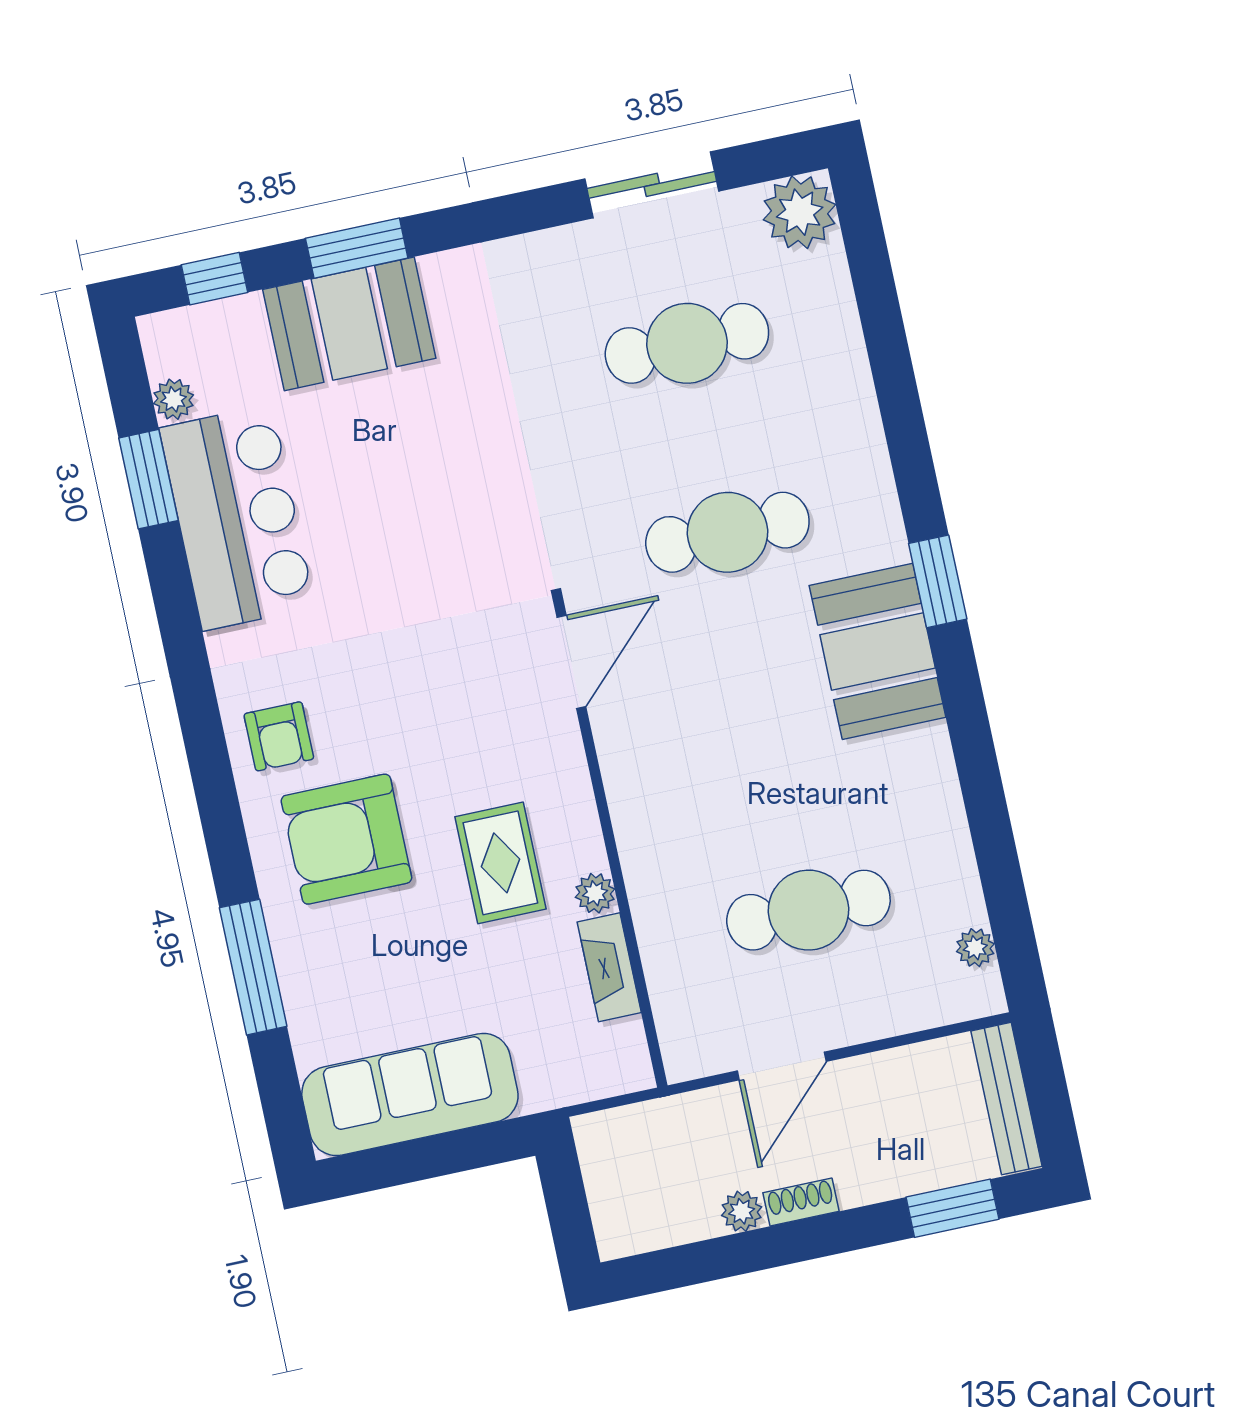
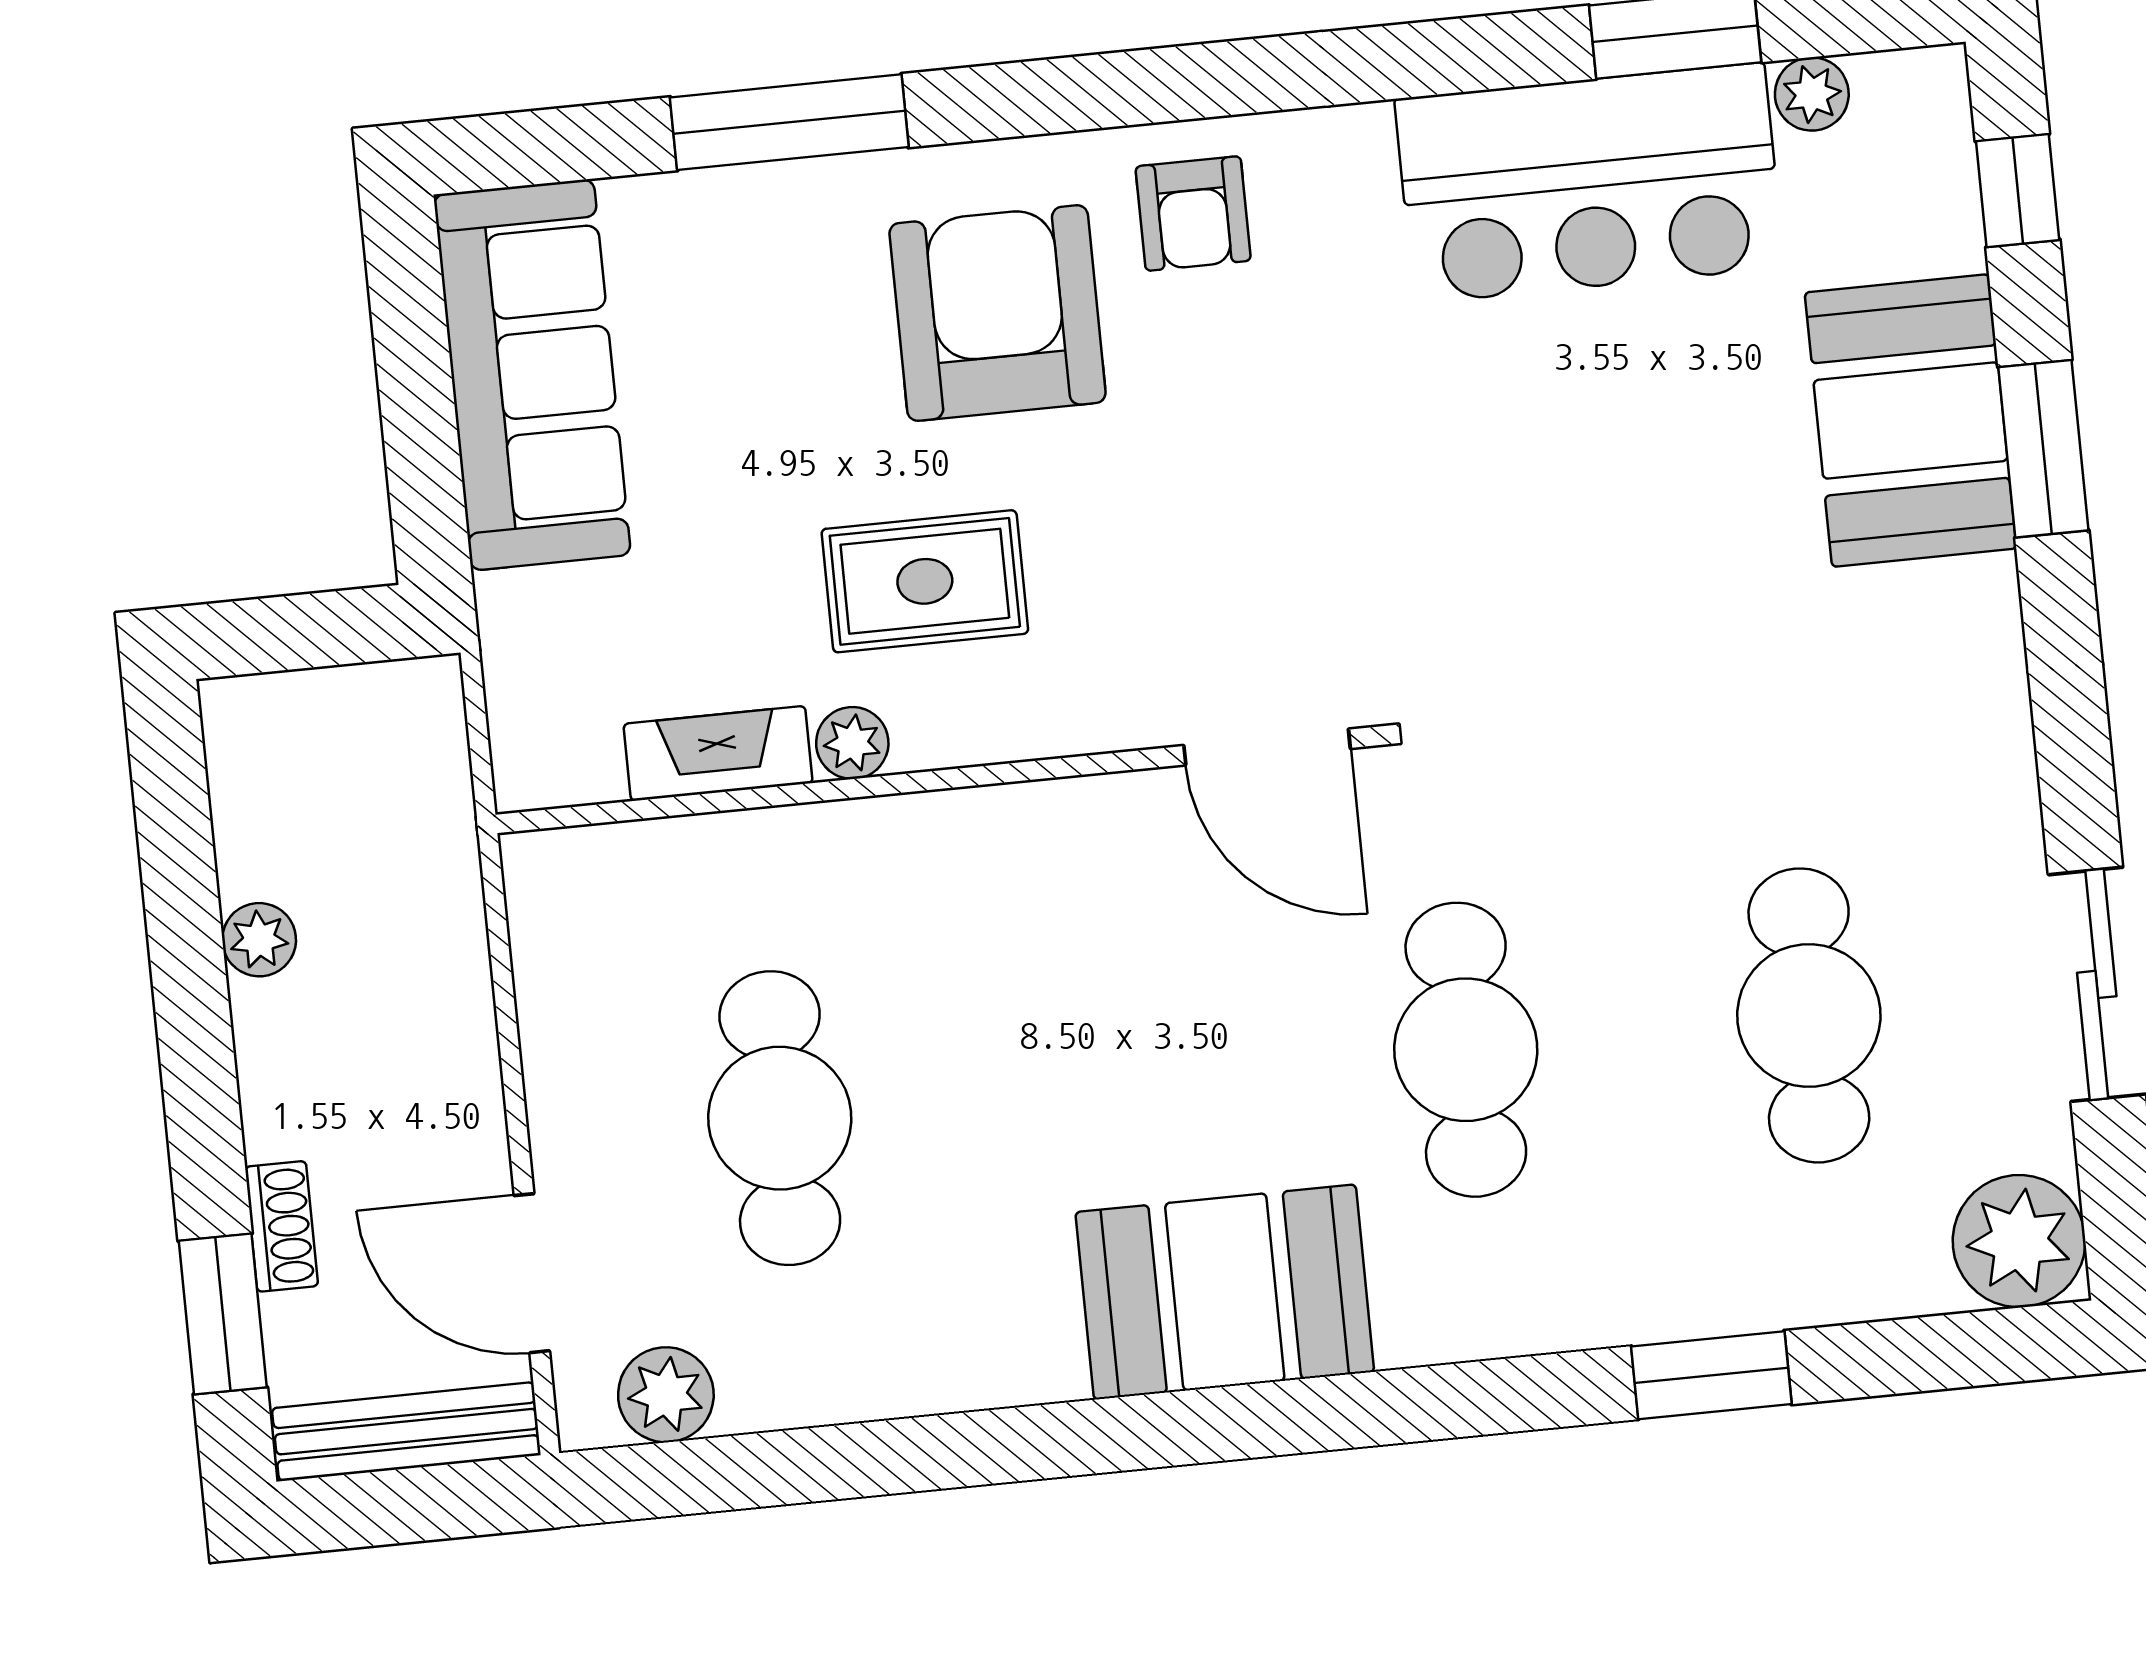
window: (938, 581) -> (1711, 1375), moved
armchair: (279, 736) -> (1193, 214), turned -90
plant: (975, 948) -> (666, 1395), width x1.38, depth x1.38
door: (782, 1066) -> (532, 1273), moved
shoe rack: (801, 1202) -> (282, 1226), moved

